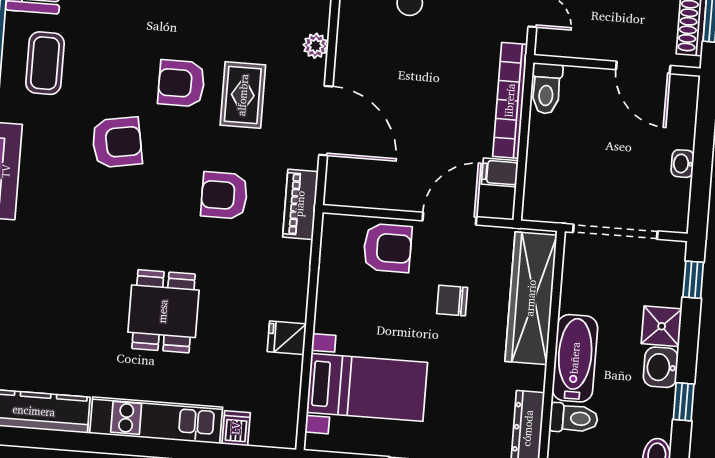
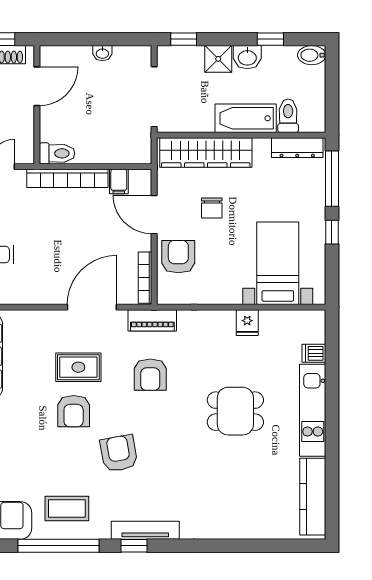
plant: (316, 46) -> (40, 319), removed
bookcase: (361, 199) -> (145, 278), added

